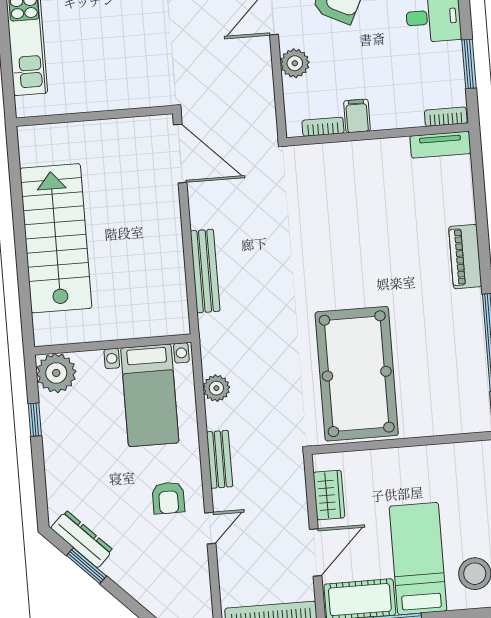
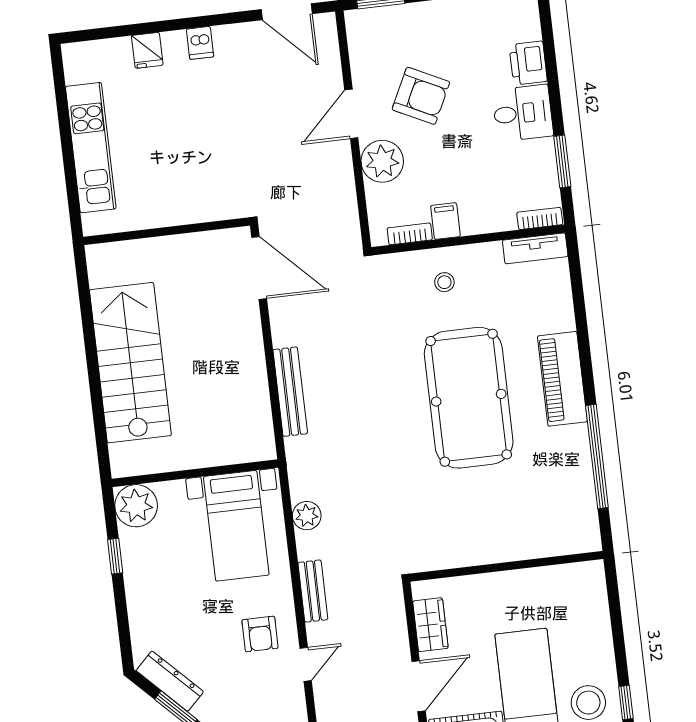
plant: (295, 63) -> (382, 161), width x1.36, depth x1.36
stool: (354, 173) -> (444, 282), added
piano: (465, 257) -> (562, 379), width x1.37, depth x1.33
pool table: (357, 374) -> (469, 398), moved

